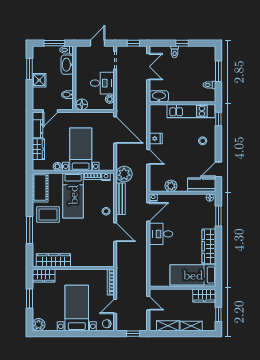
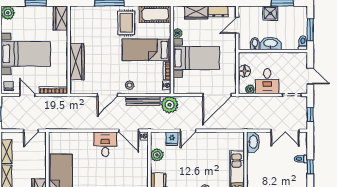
washbasin: (67, 65) -> (271, 43), moved
floor lamp: (82, 104) -> (244, 71), moved
door: (50, 111) -> (237, 25), hinge flipped
fridge: (156, 139) -> (172, 139), moved
wardrobe: (53, 260) -> (77, 62), moved

